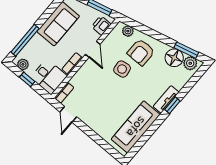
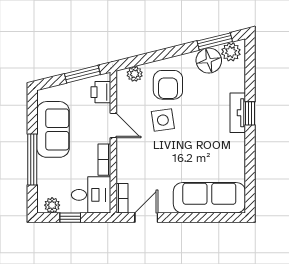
window: (25, 40) -> (32, 159), moved
door: (68, 114) -> (146, 218), swing flipped
sofa: (136, 127) -> (209, 198), moved, turned 90

